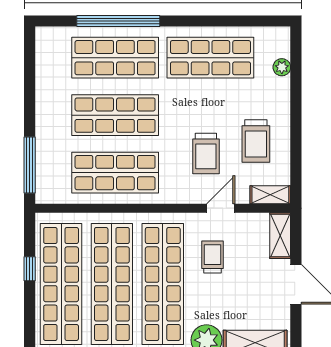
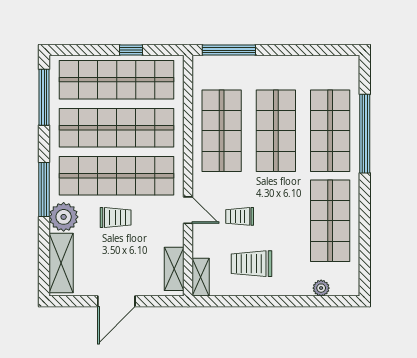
trolley: (206, 154) -> (240, 216), width x0.73, depth x0.72
door: (221, 208) -> (188, 210), moved
shelving: (280, 236) -> (174, 269), moved, turned 90
trolley: (212, 257) -> (116, 218), moved

